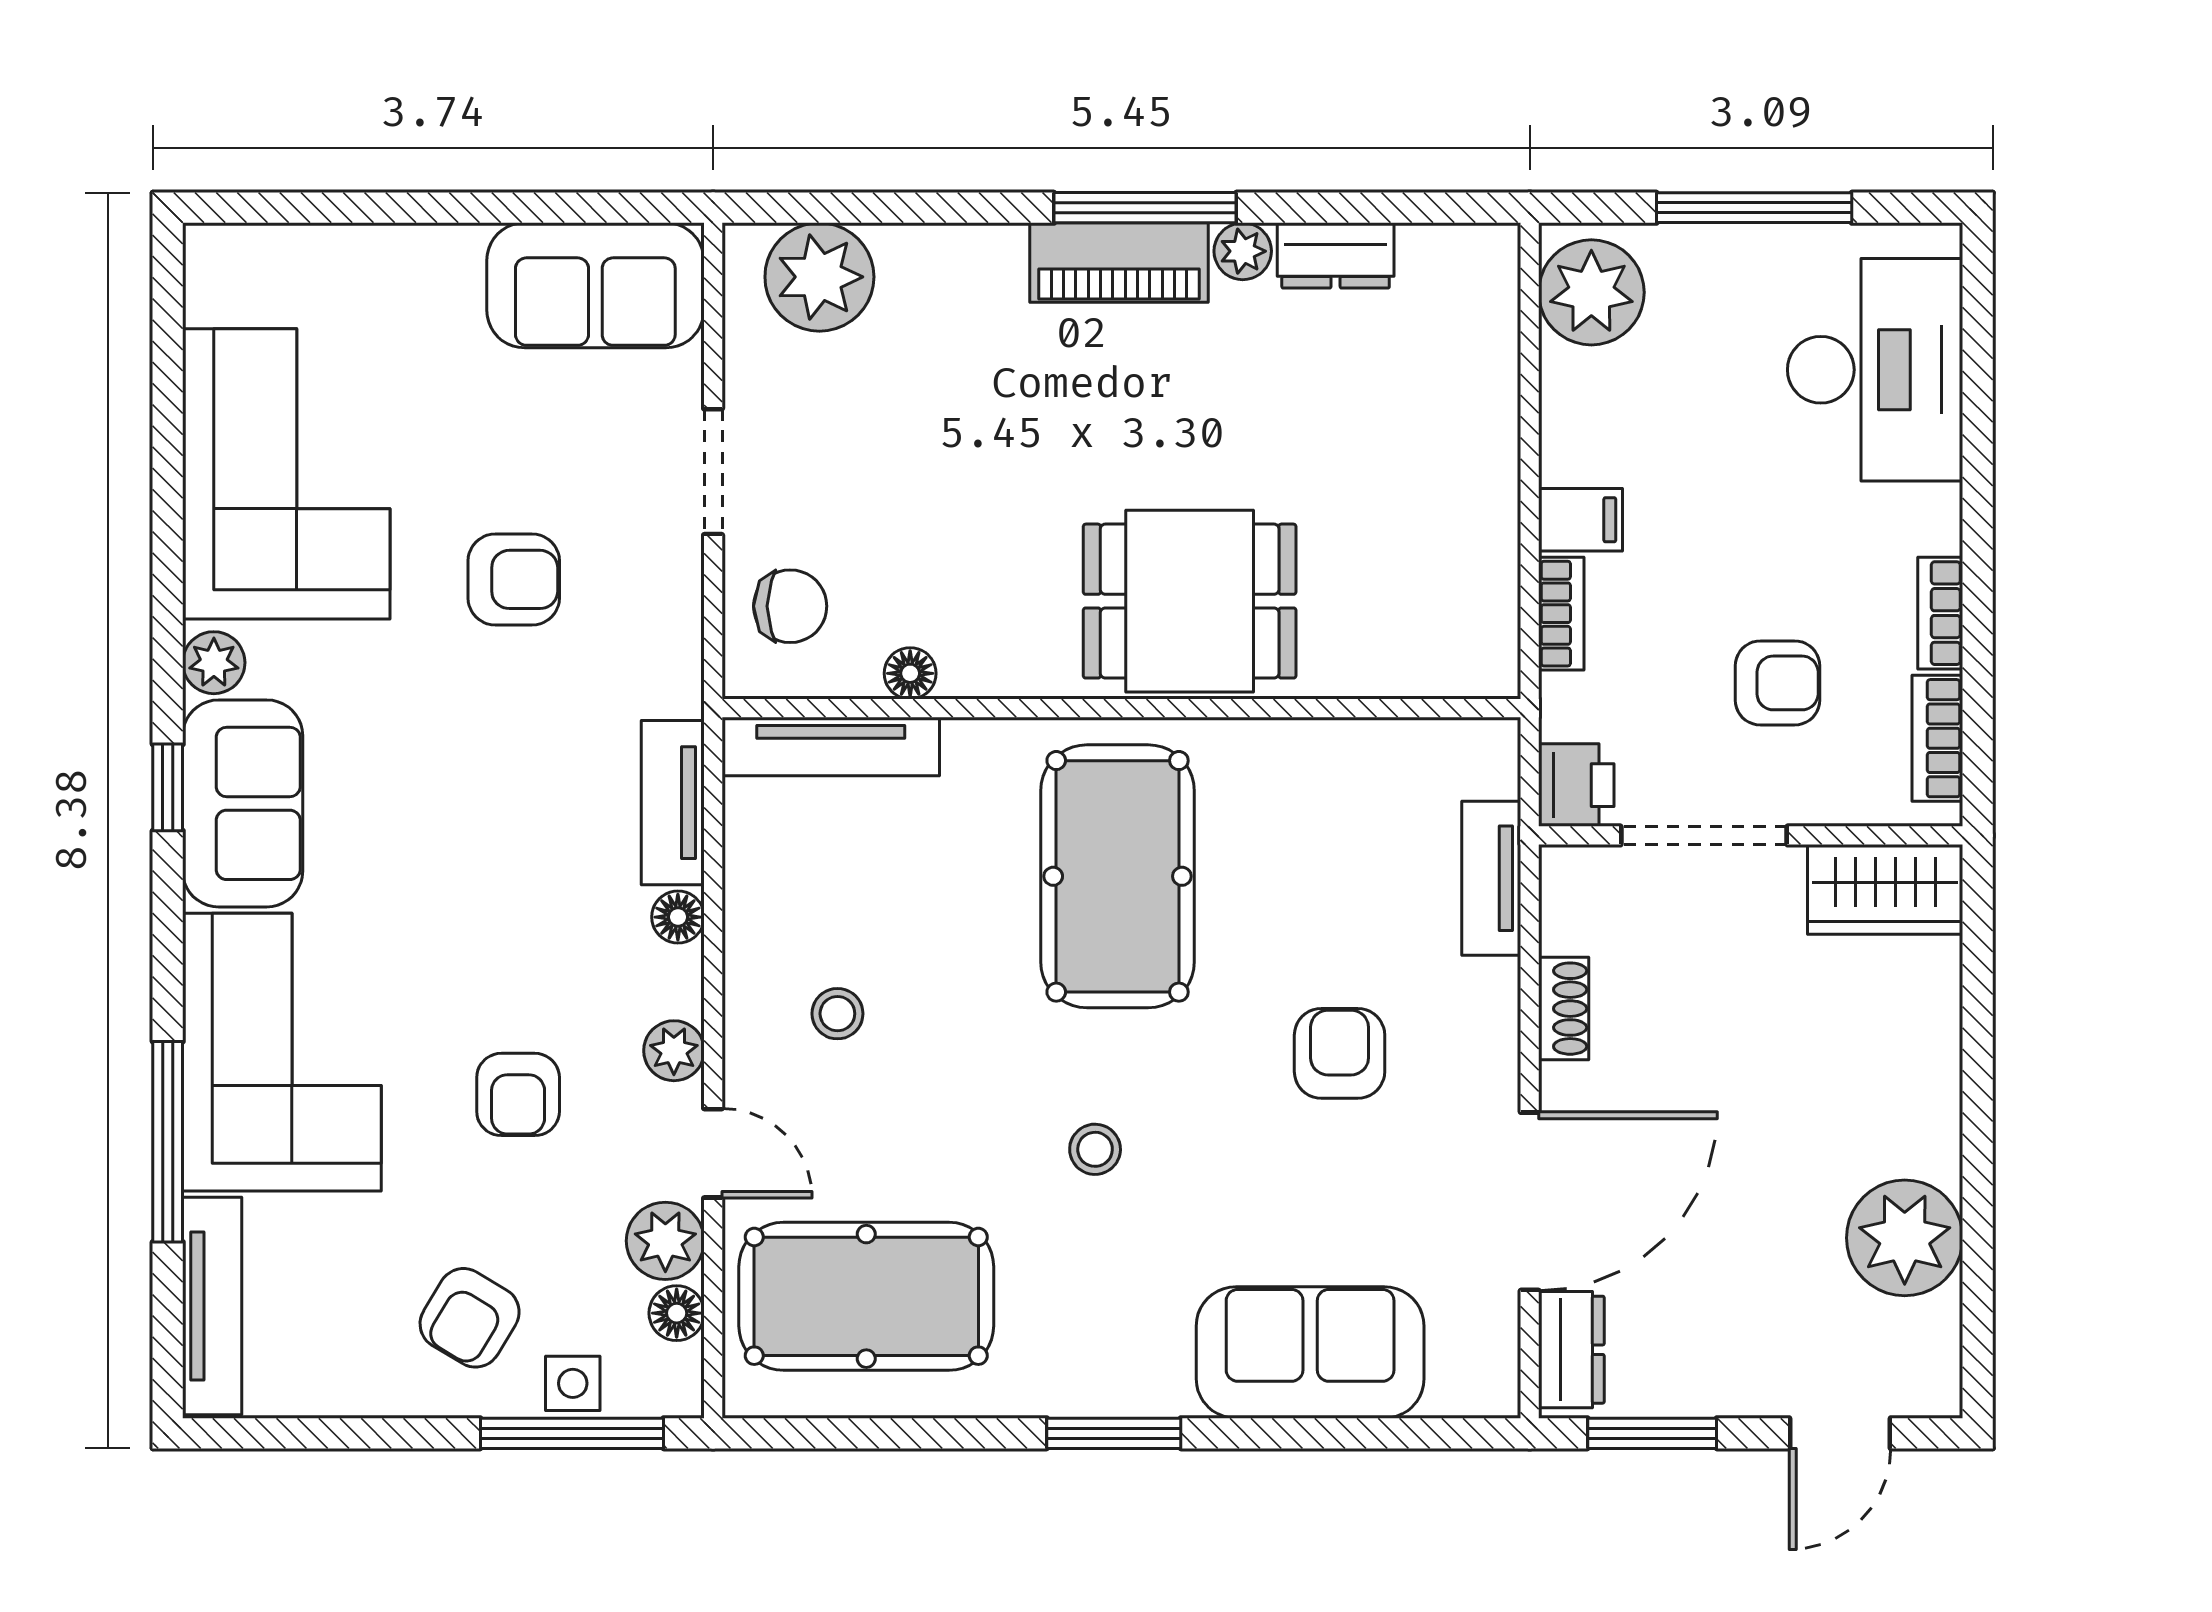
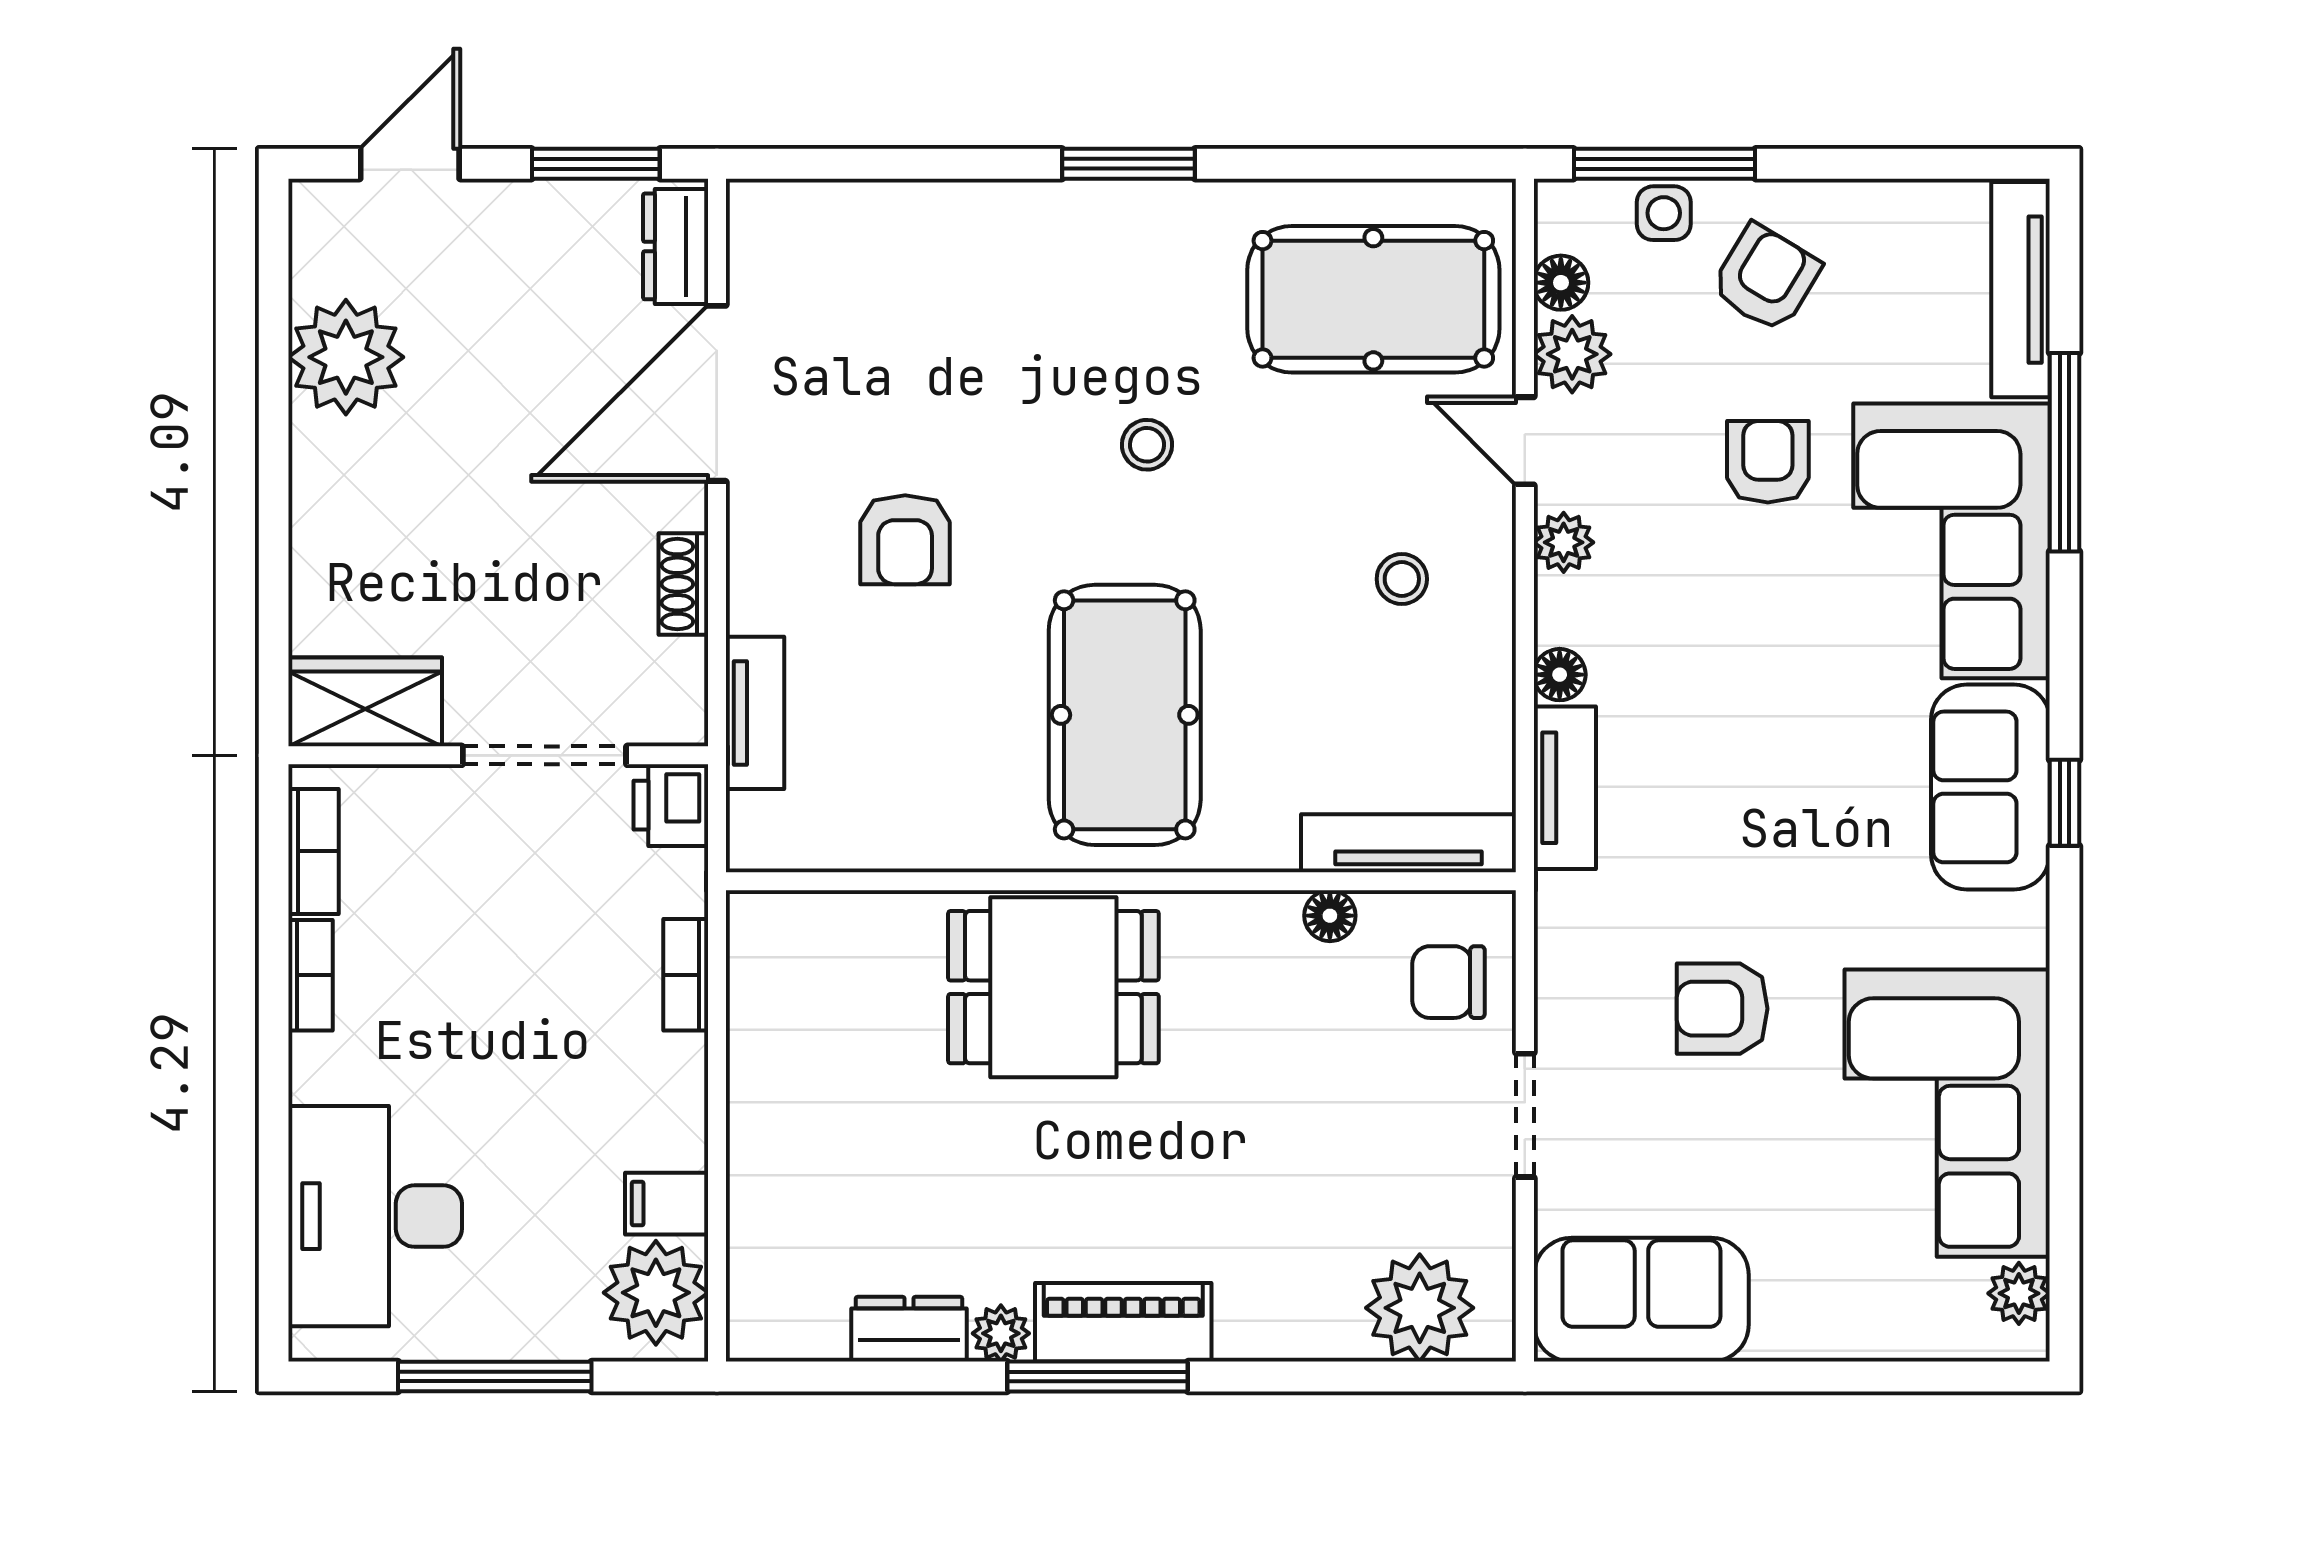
filing cabinet: (1581, 520) -> (667, 1204), moved
plant: (214, 663) -> (2019, 1293), moved
armchair: (1777, 683) -> (472, 906), removed
armchair: (518, 1094) -> (1768, 462), moved
sofa: (1310, 1352) -> (934, 244), removed

